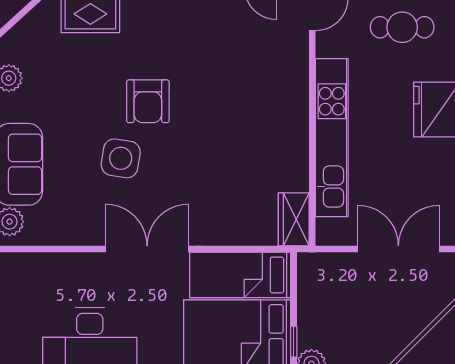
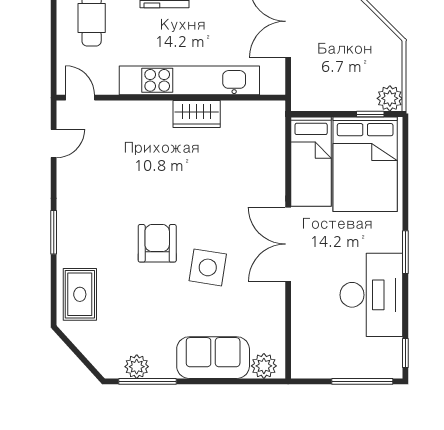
armchair: (148, 101) -> (157, 243), turned -90
wardrobe: (294, 219) -> (197, 114), moved

